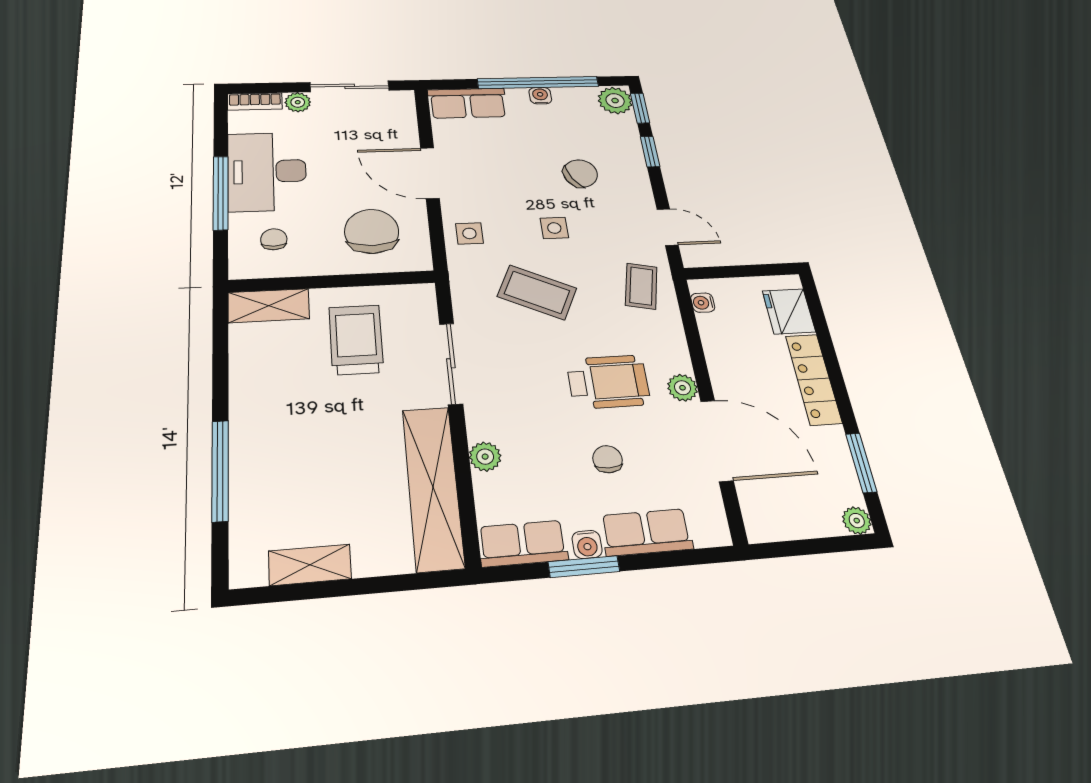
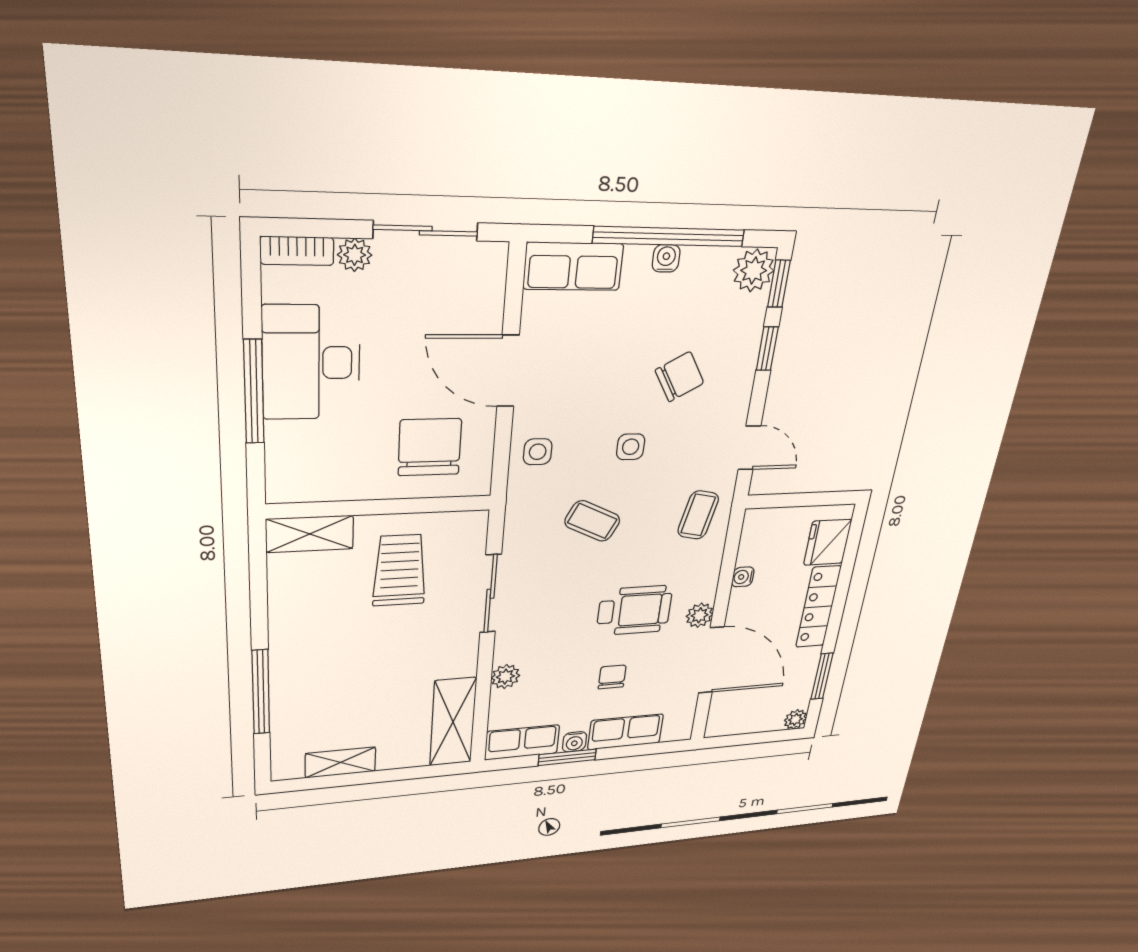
chair: (274, 239) -> (317, 455), removed
coffee table: (537, 292) -> (592, 521), width x0.73, depth x0.77
water cooler: (703, 303) -> (743, 577), moved
shelving: (433, 487) -> (453, 722), width x0.68

